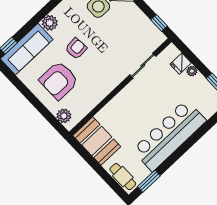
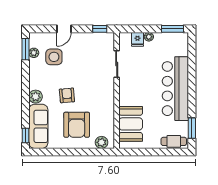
booth: (97, 141) -> (131, 124), moved, turned 90

